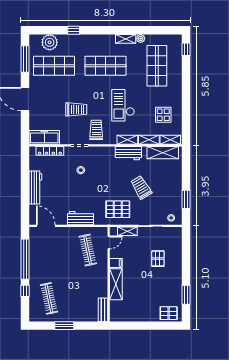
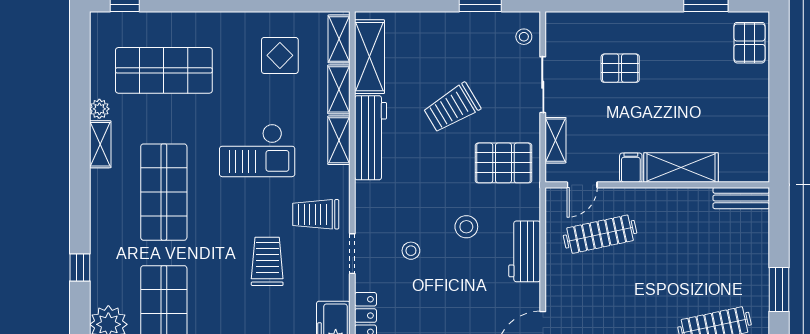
workbench: (128, 153) -> (371, 138), width x1.38
stool: (91, 194) -> (466, 227), added
pallet: (118, 209) -> (503, 163), turned 90
door: (109, 242) -> (582, 185), swing flipped

